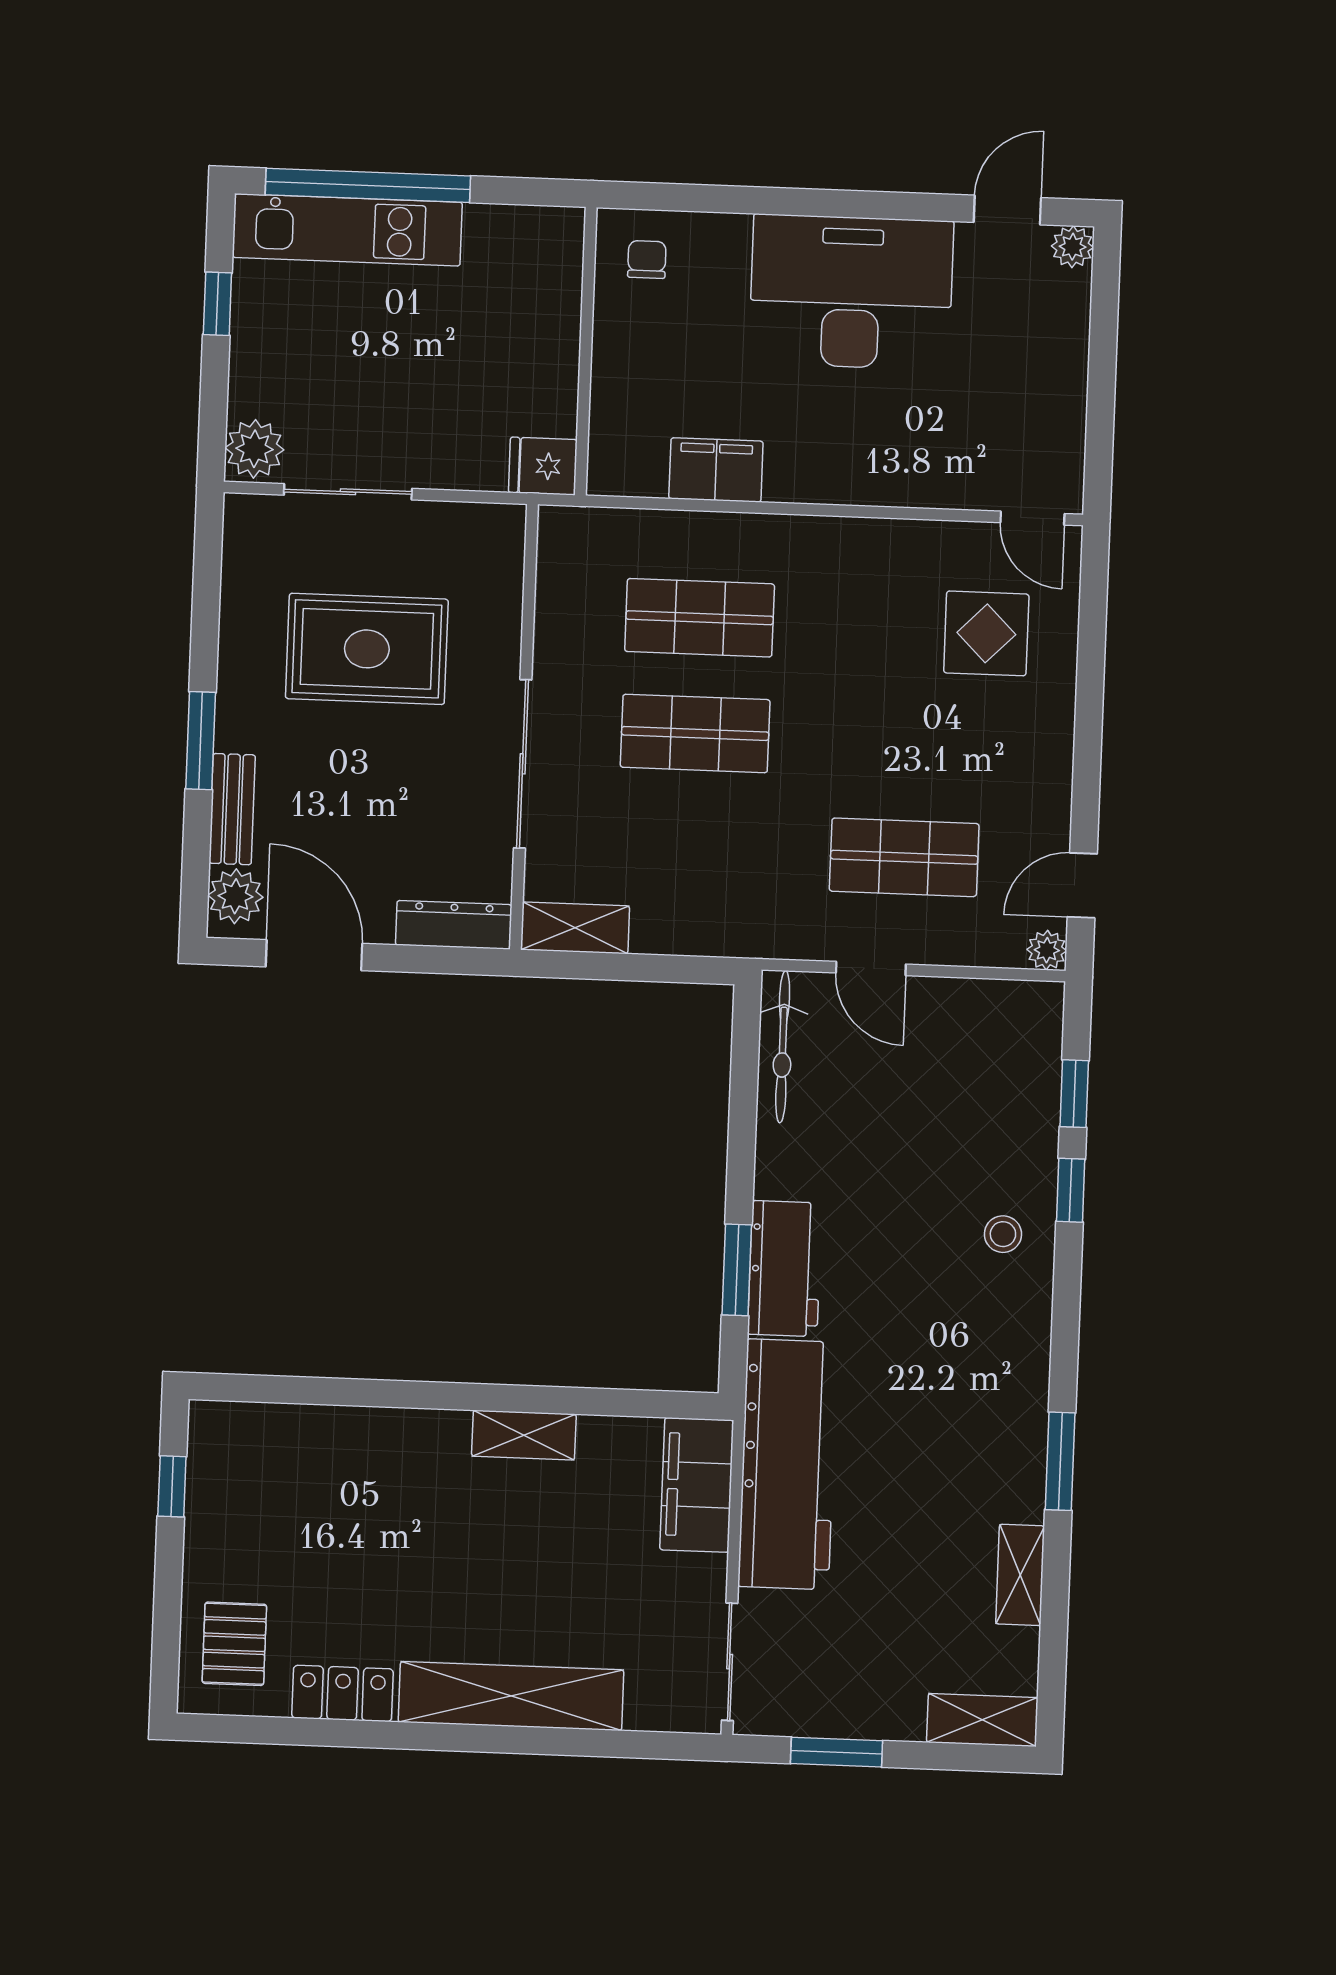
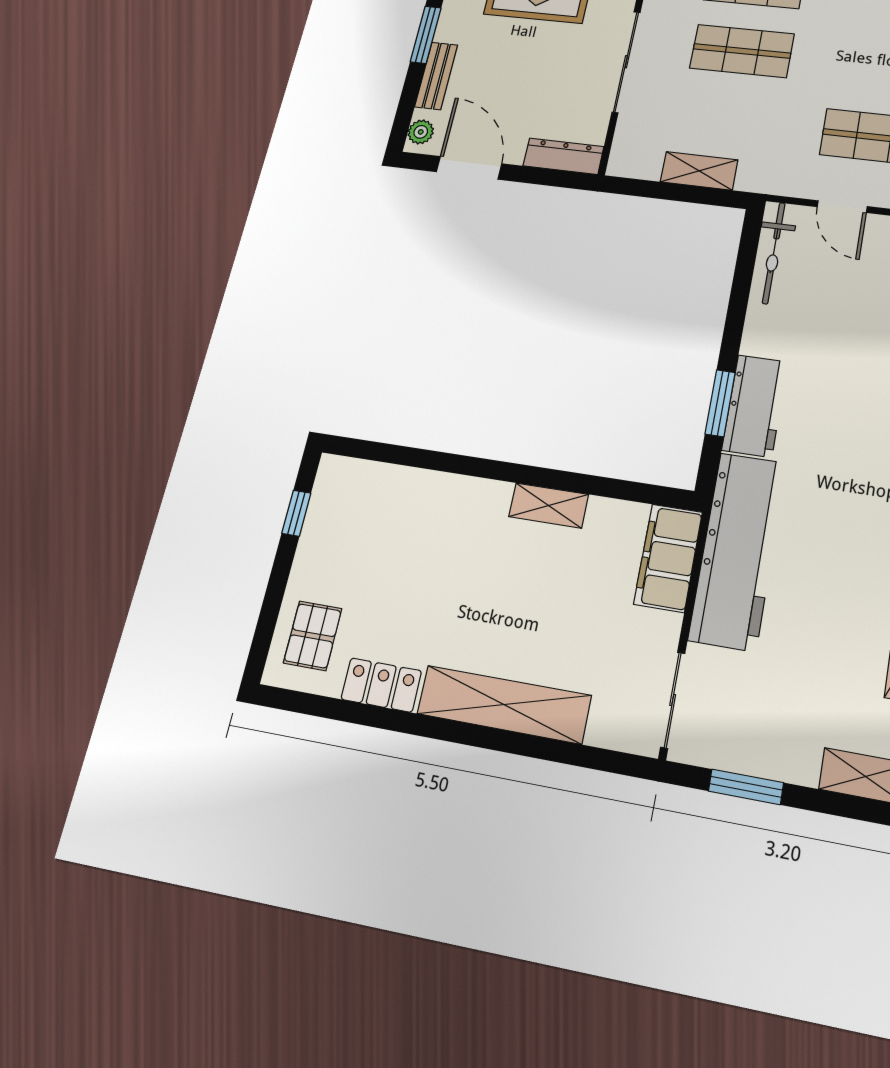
plant: (235, 896) -> (421, 132), width x0.73, depth x0.73
shelving: (575, 928) -> (699, 171), moved

